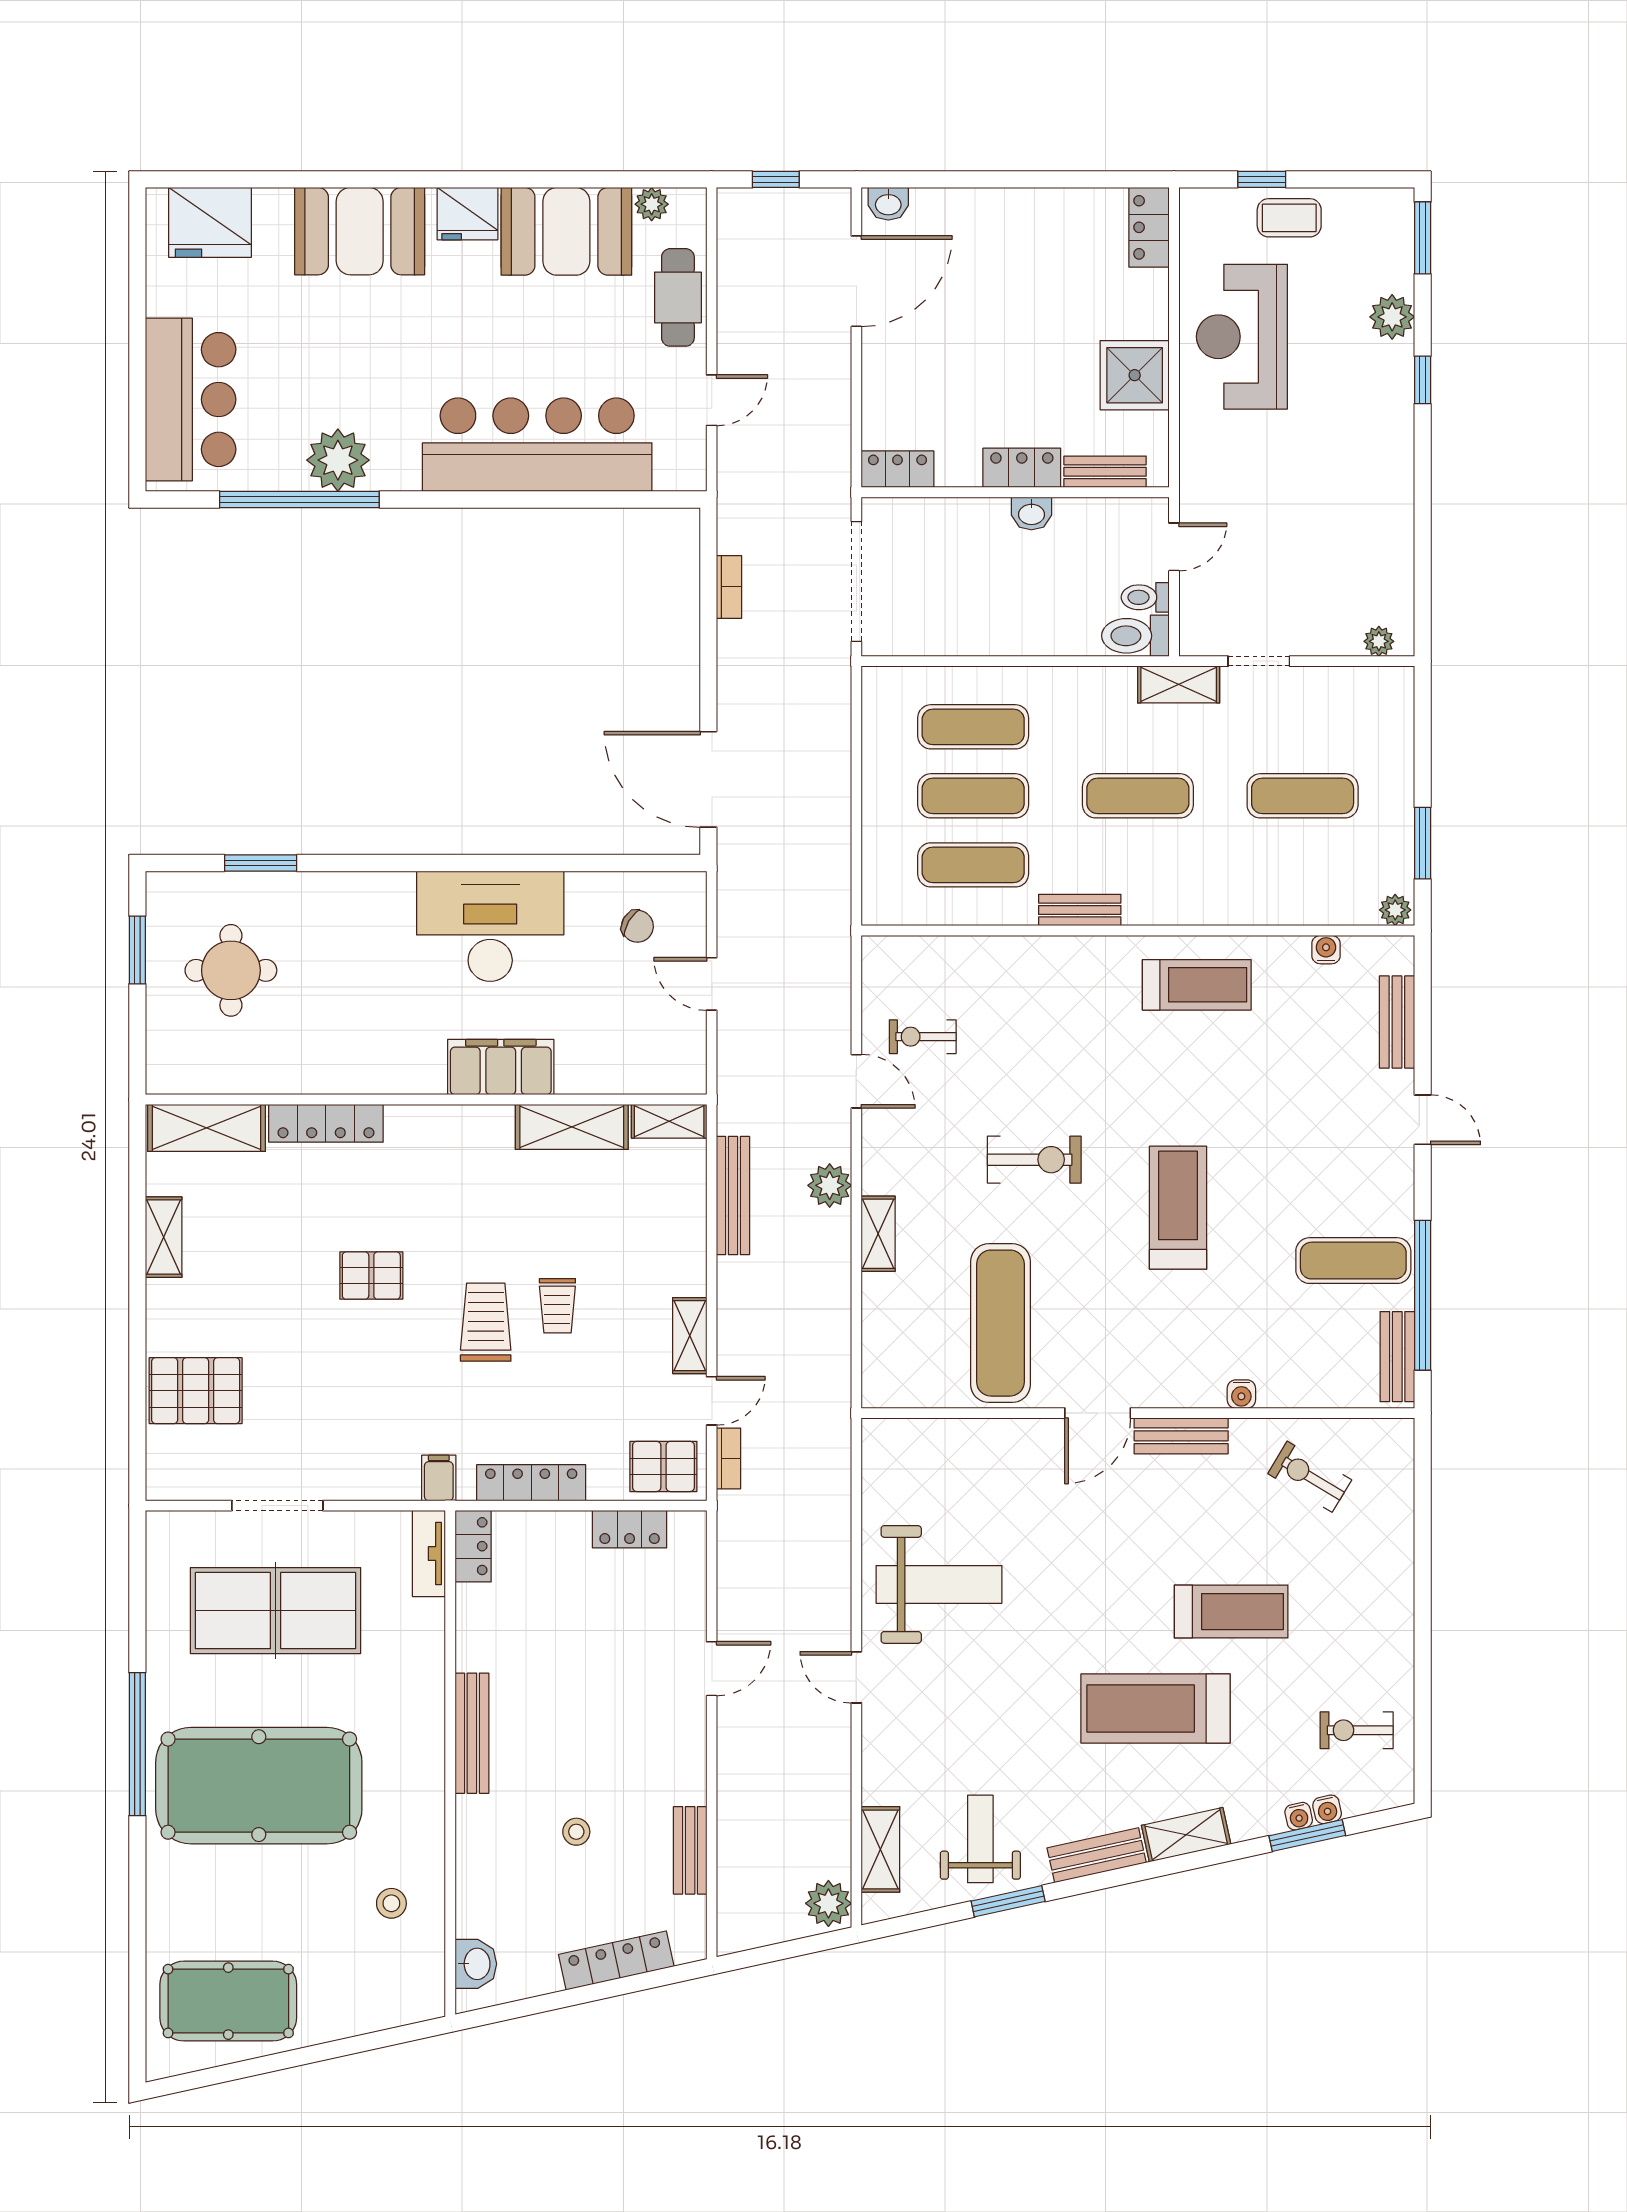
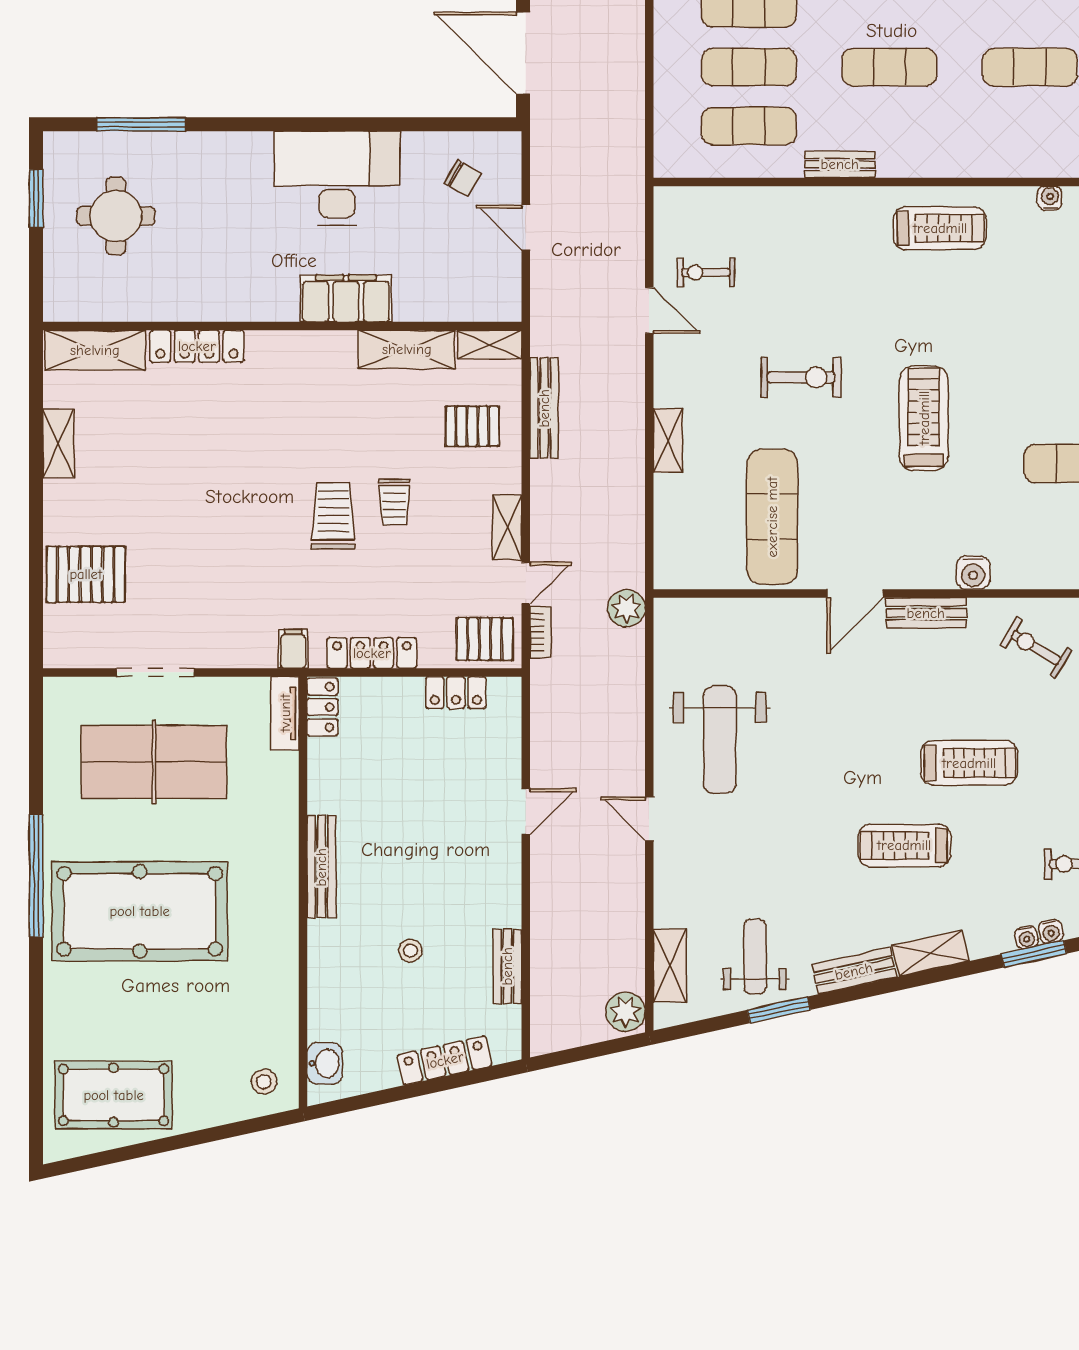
window: (261, 863) -> (141, 124), width x1.44
plant: (830, 1185) -> (627, 608), moved
pallet: (371, 1276) -> (472, 426), moved
water cooler: (1241, 1394) -> (973, 573), width x1.38, depth x1.38
weight bench: (939, 1584) -> (720, 740), turned 90
treadmill: (1156, 1708) -> (904, 845), width x0.73, depth x0.73
stool: (391, 1903) -> (264, 1082), moved

